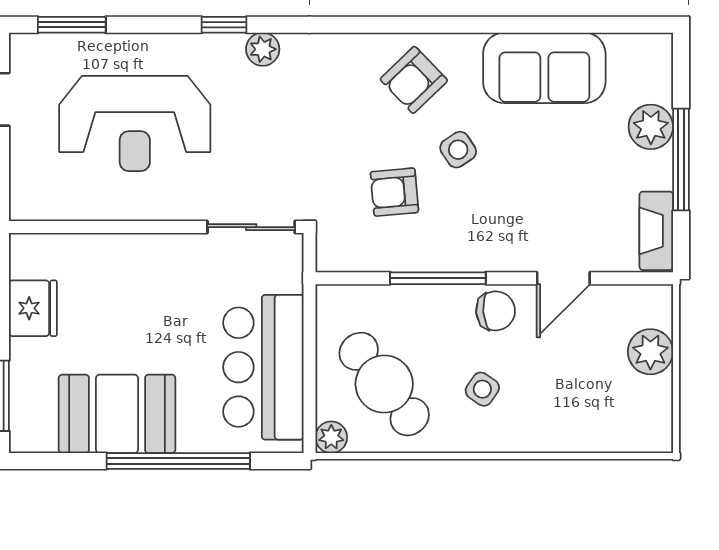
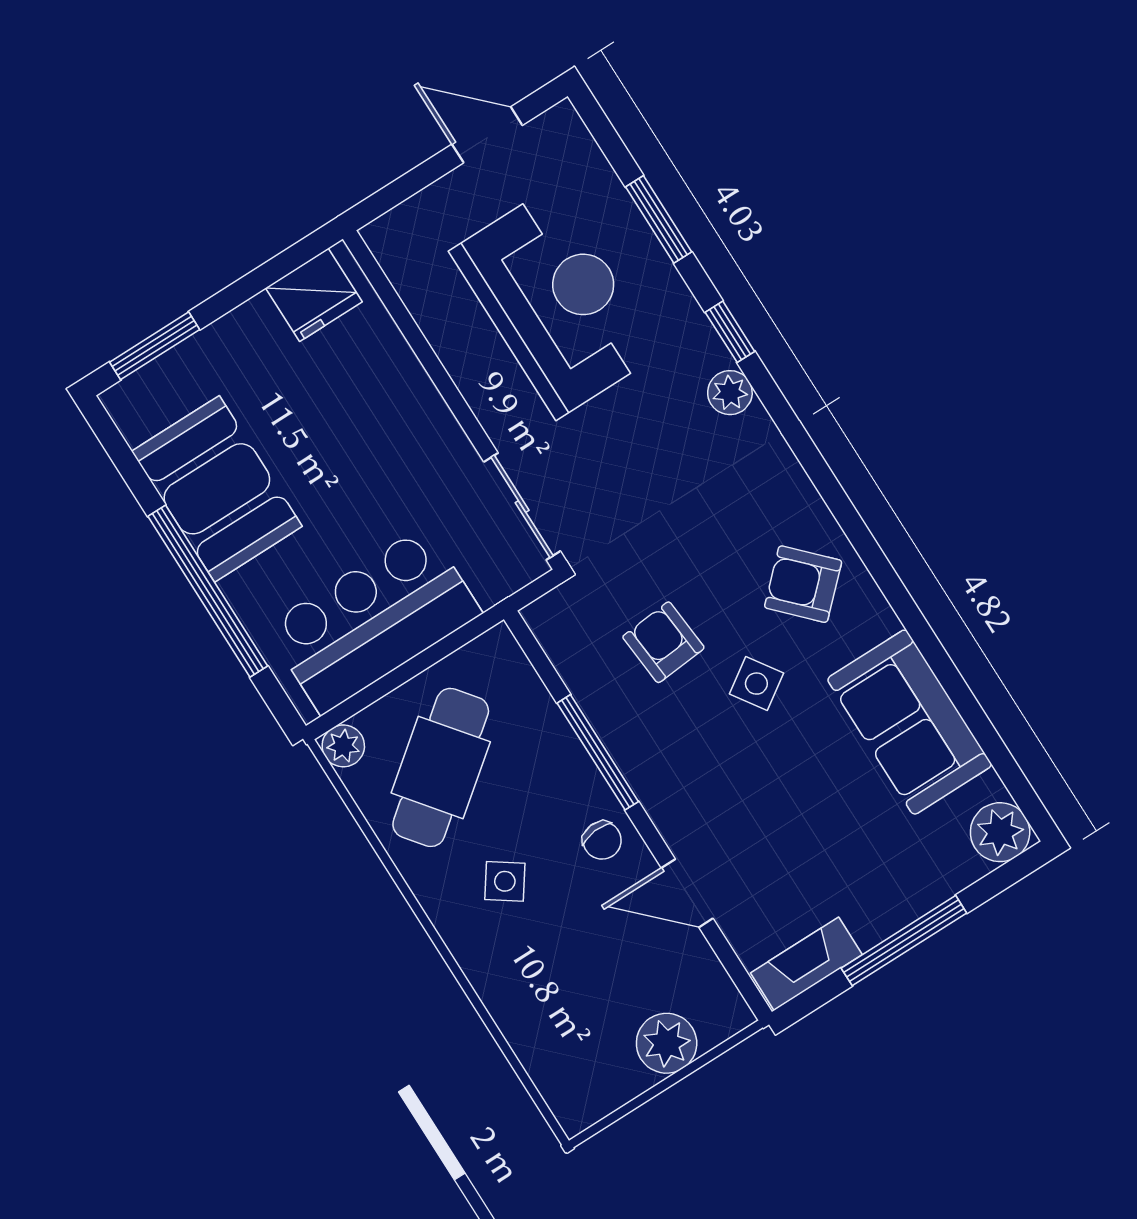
window: (72, 25) -> (659, 219), moved
reception desk: (135, 124) -> (555, 302), turned 180
plant: (651, 127) -> (1000, 832), moved
fridge: (33, 308) -> (314, 295), moved
chair: (496, 311) -> (602, 840), width x0.73, depth x0.73

